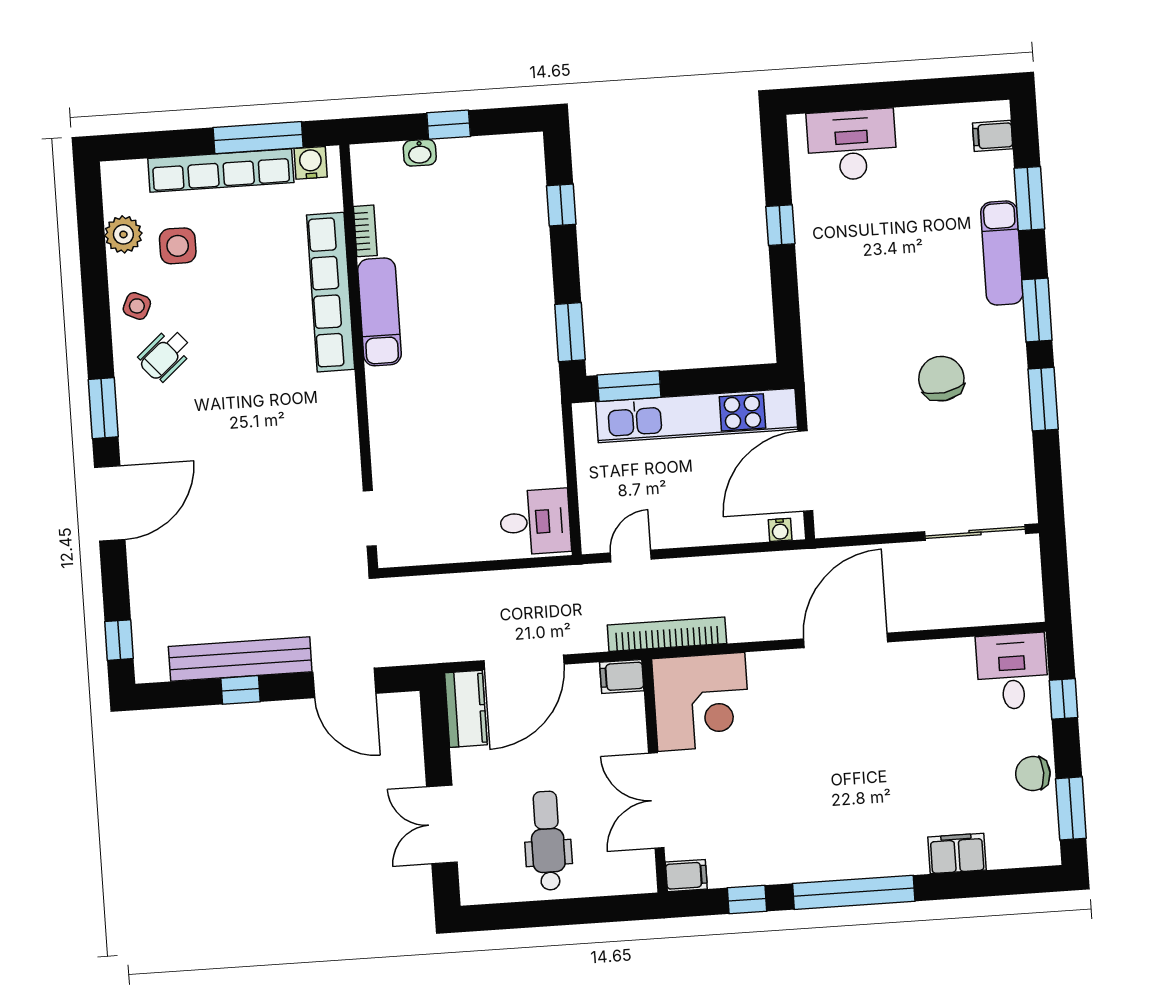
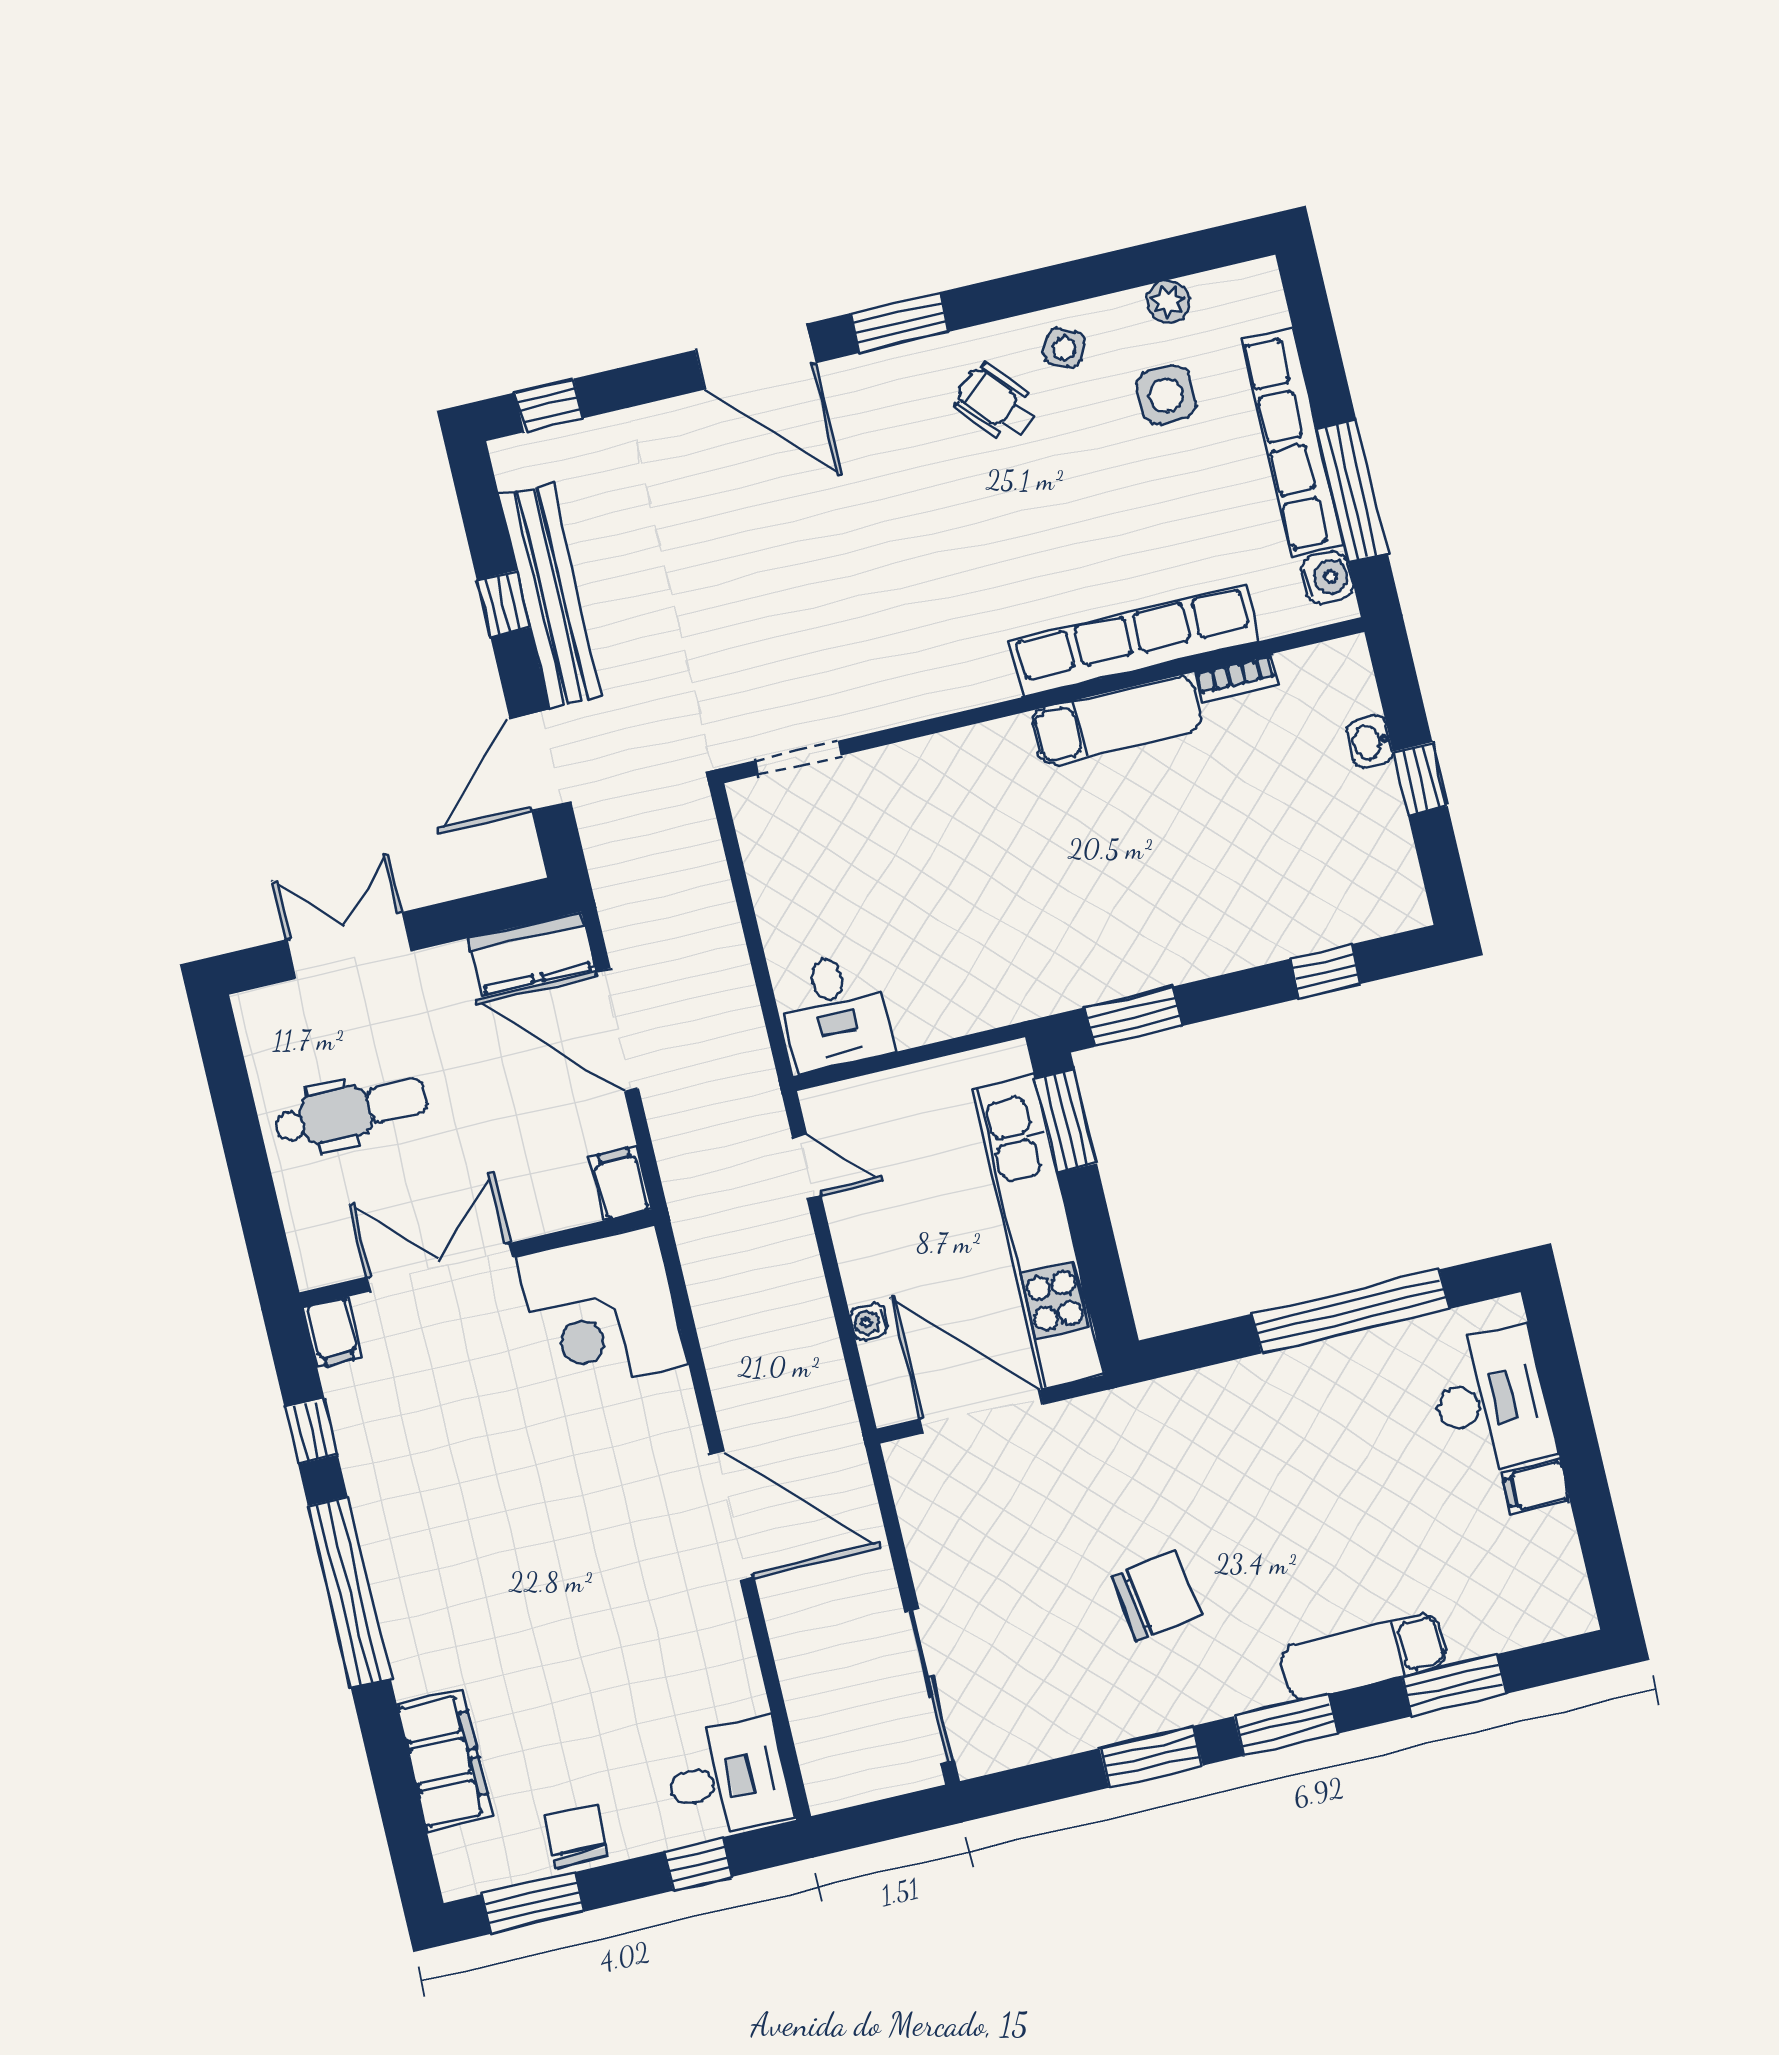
filing cabinet: (993, 136) -> (1536, 1487), moved, turned -90
window: (780, 225) -> (1351, 1311), width x3.17
plant: (123, 234) -> (1168, 302), width x0.73, depth x0.73
water cooler: (780, 530) -> (869, 1322), moved
bookcase: (667, 634) -> (696, 1241), removed
filing cabinet: (957, 853) -> (444, 1760), width x1.50, depth x1.17

